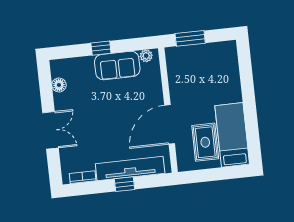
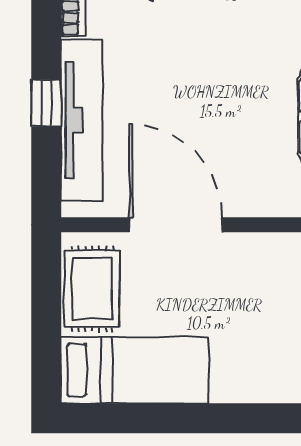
rug: (205, 142) -> (92, 289), moved, turned 90

